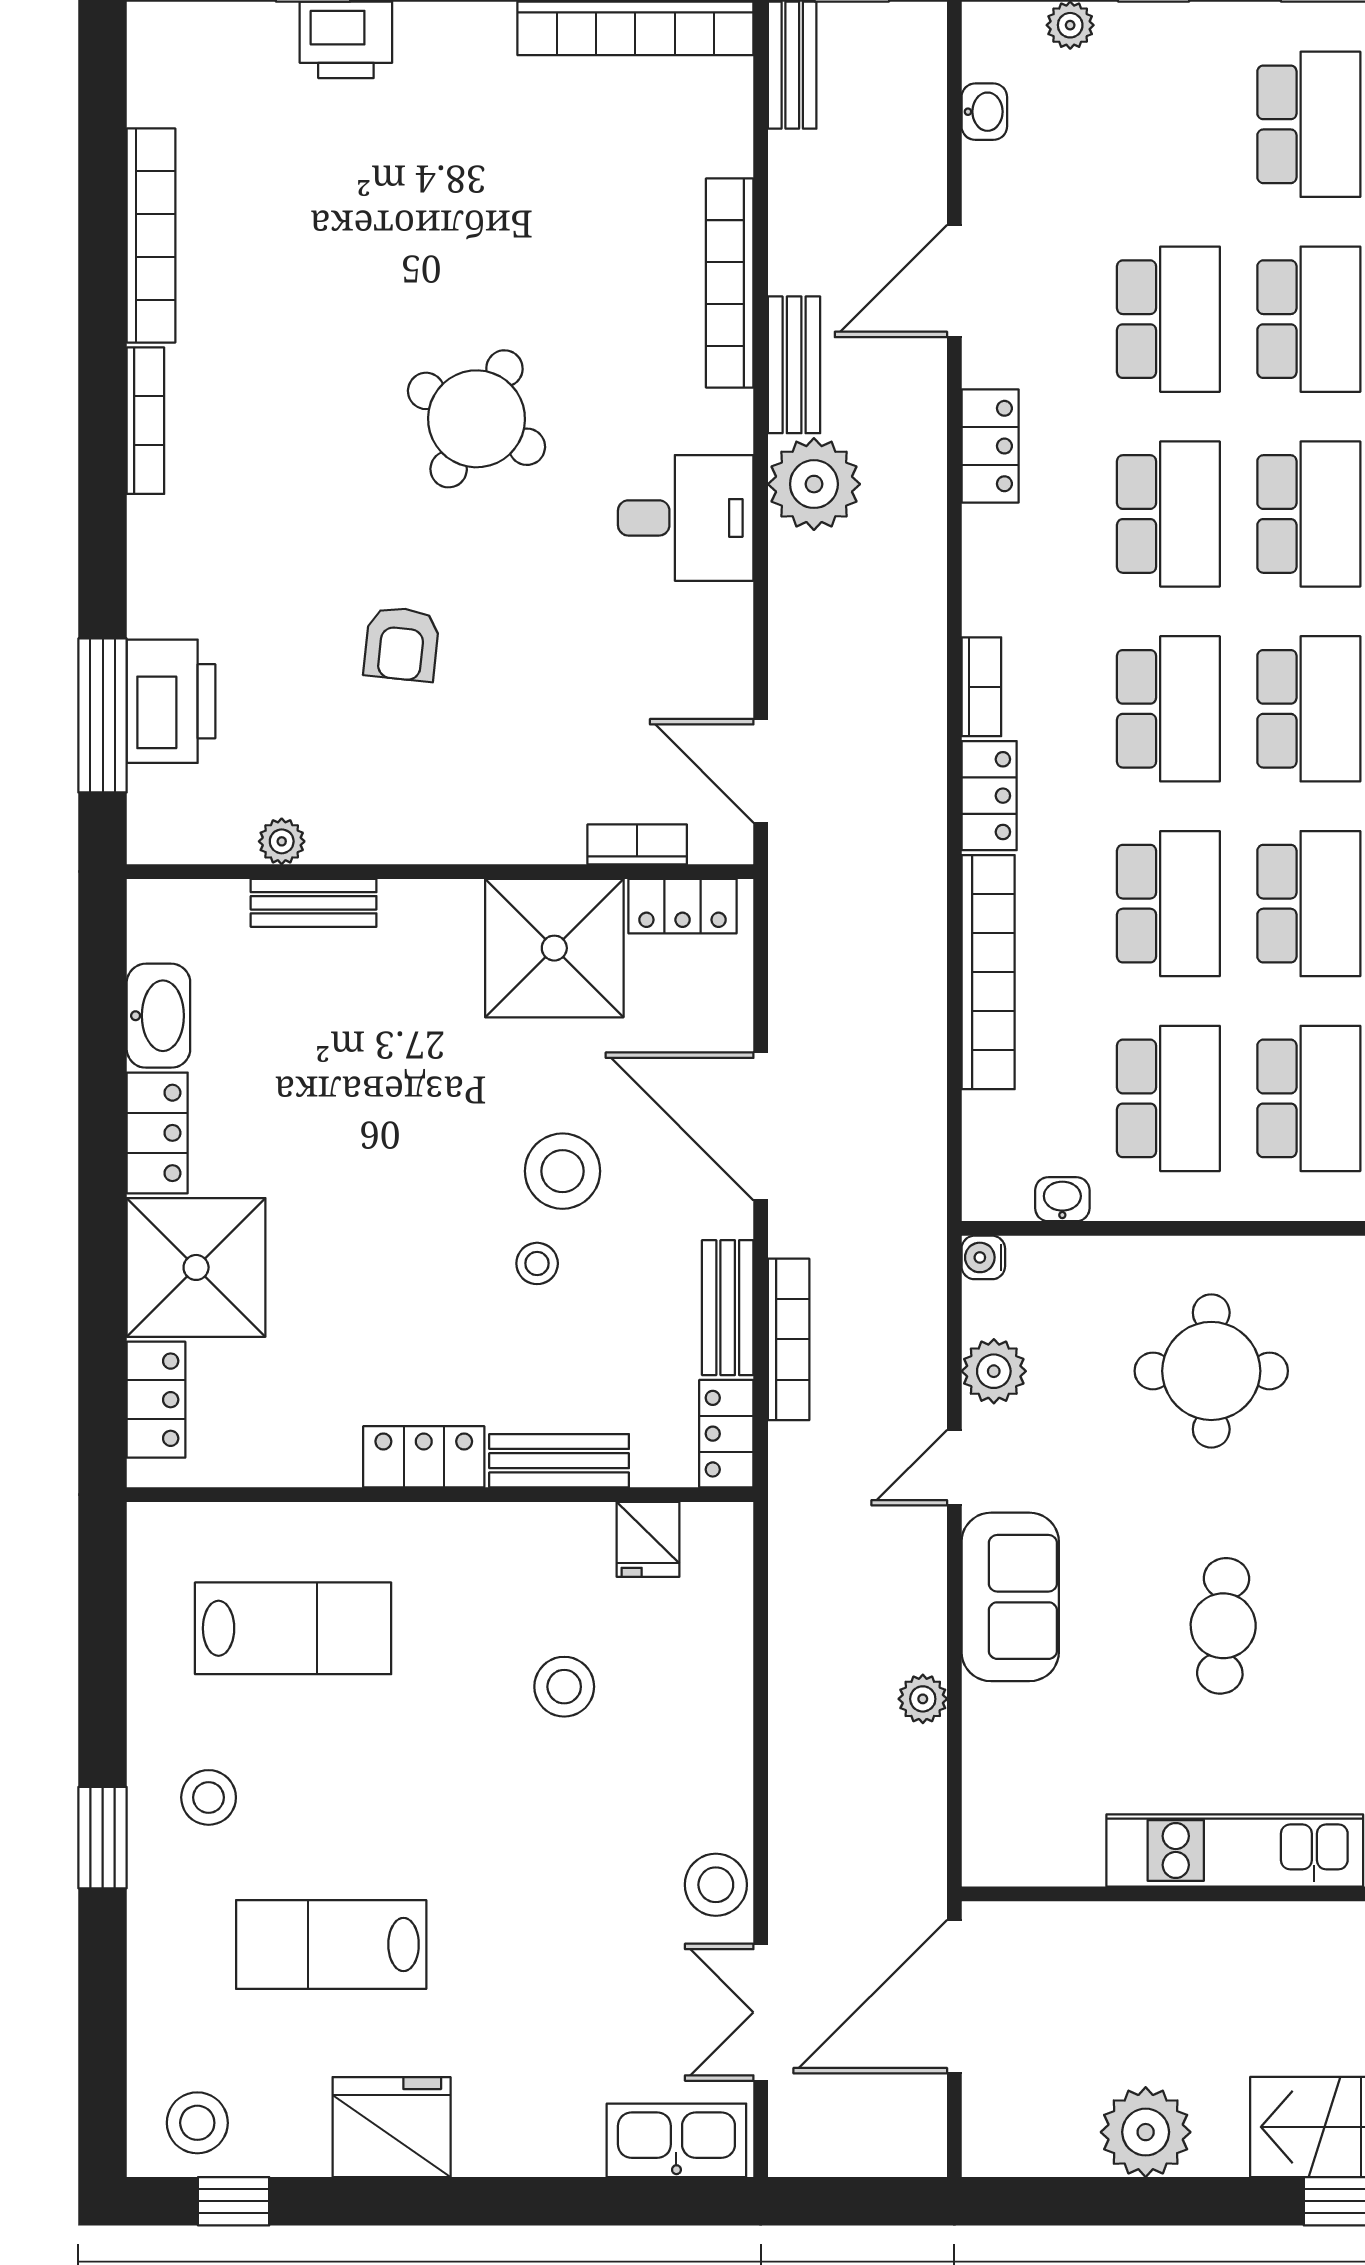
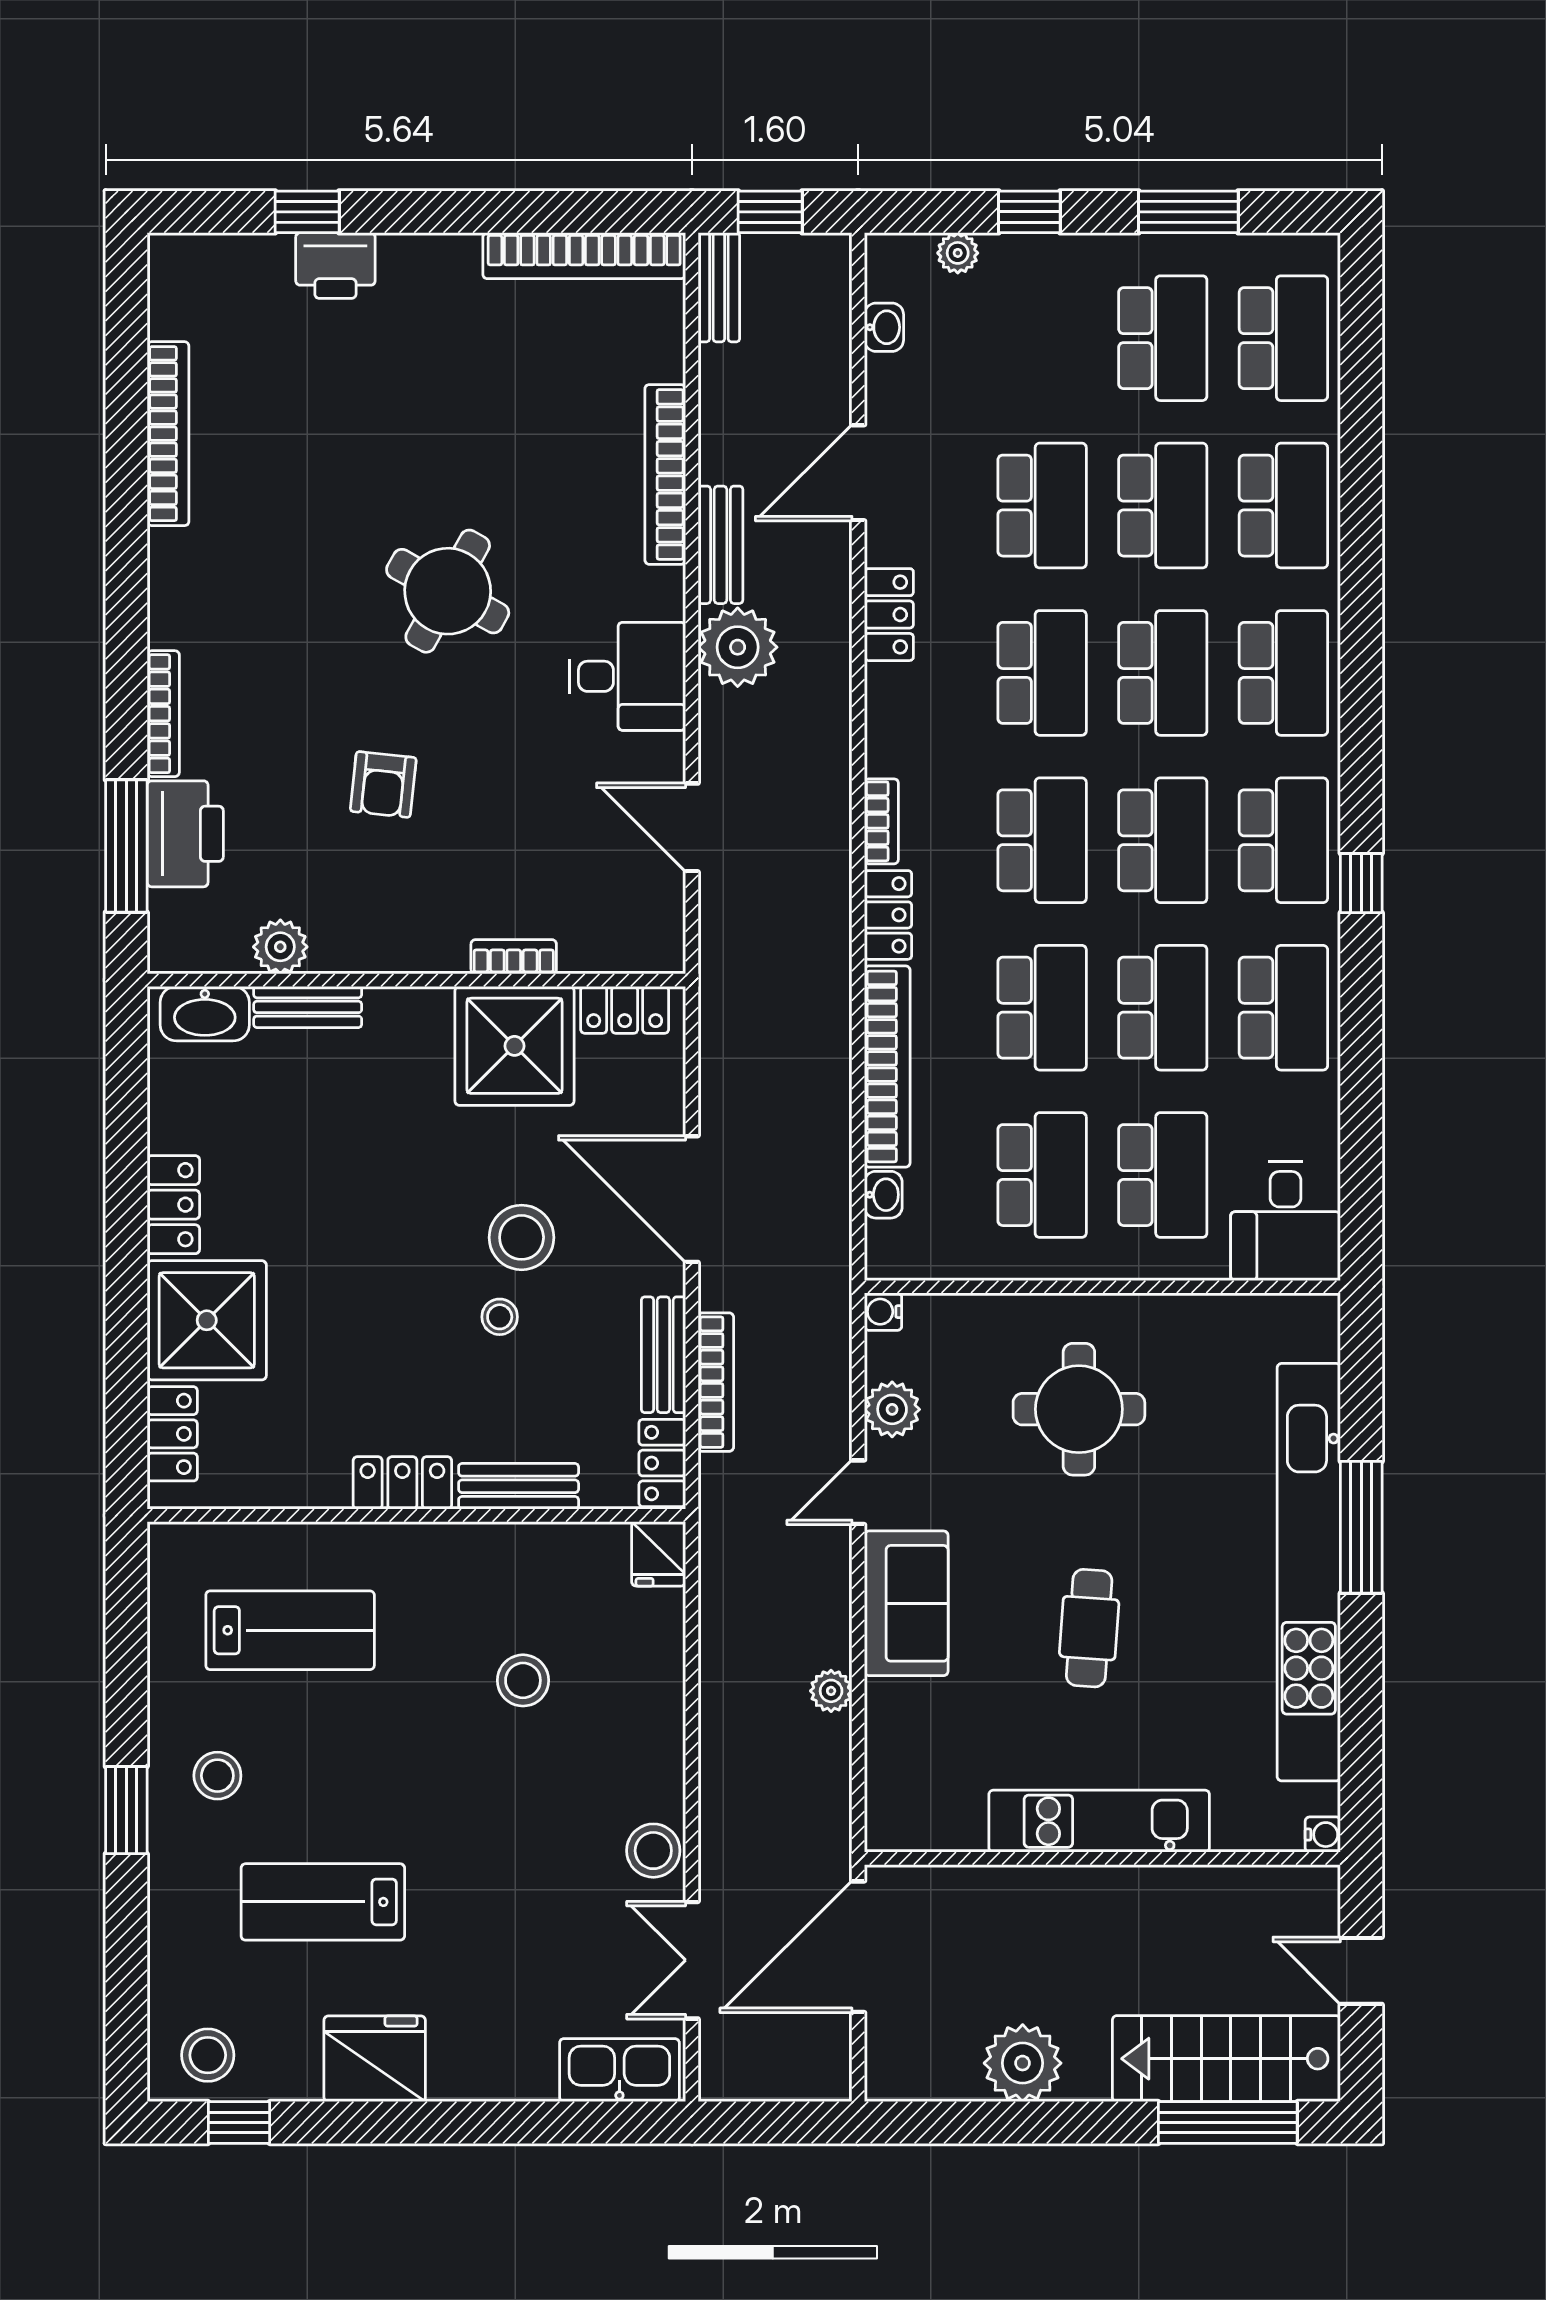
bookcase: (145, 421) -> (163, 714), moved
door: (761, 771) -> (692, 827), moved
plant: (282, 841) -> (280, 947), width x1.38, depth x1.38
bookcase: (637, 844) -> (514, 957), moved
washbasin: (158, 1016) -> (205, 1014), moved, turned 90
washbasin: (1062, 1199) -> (883, 1195), moved, turned 90
fridge: (648, 1539) -> (659, 1554), moved

